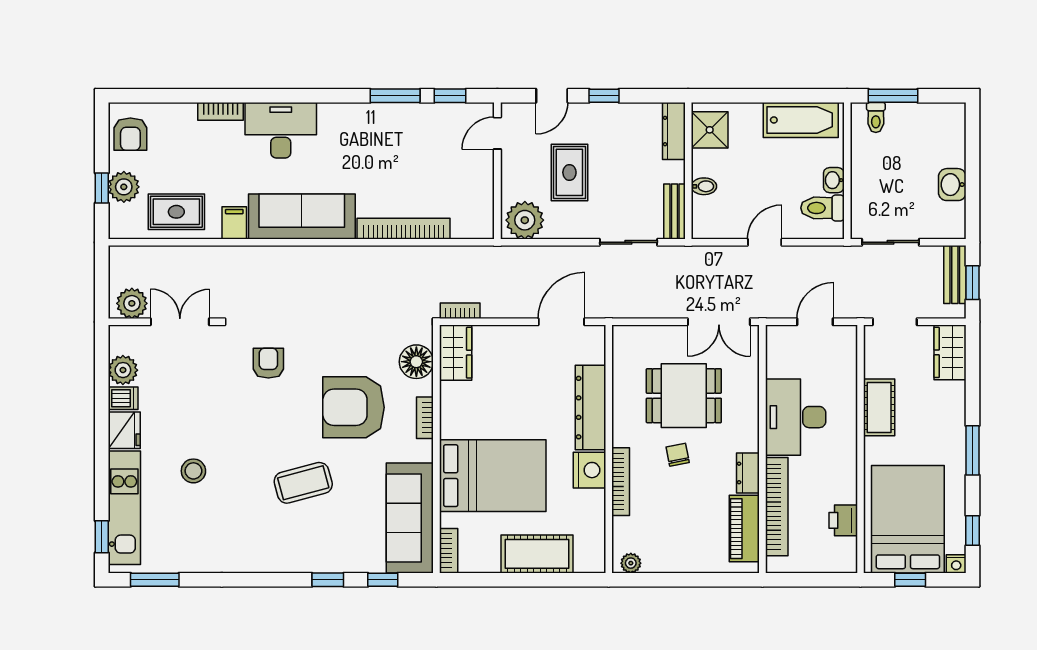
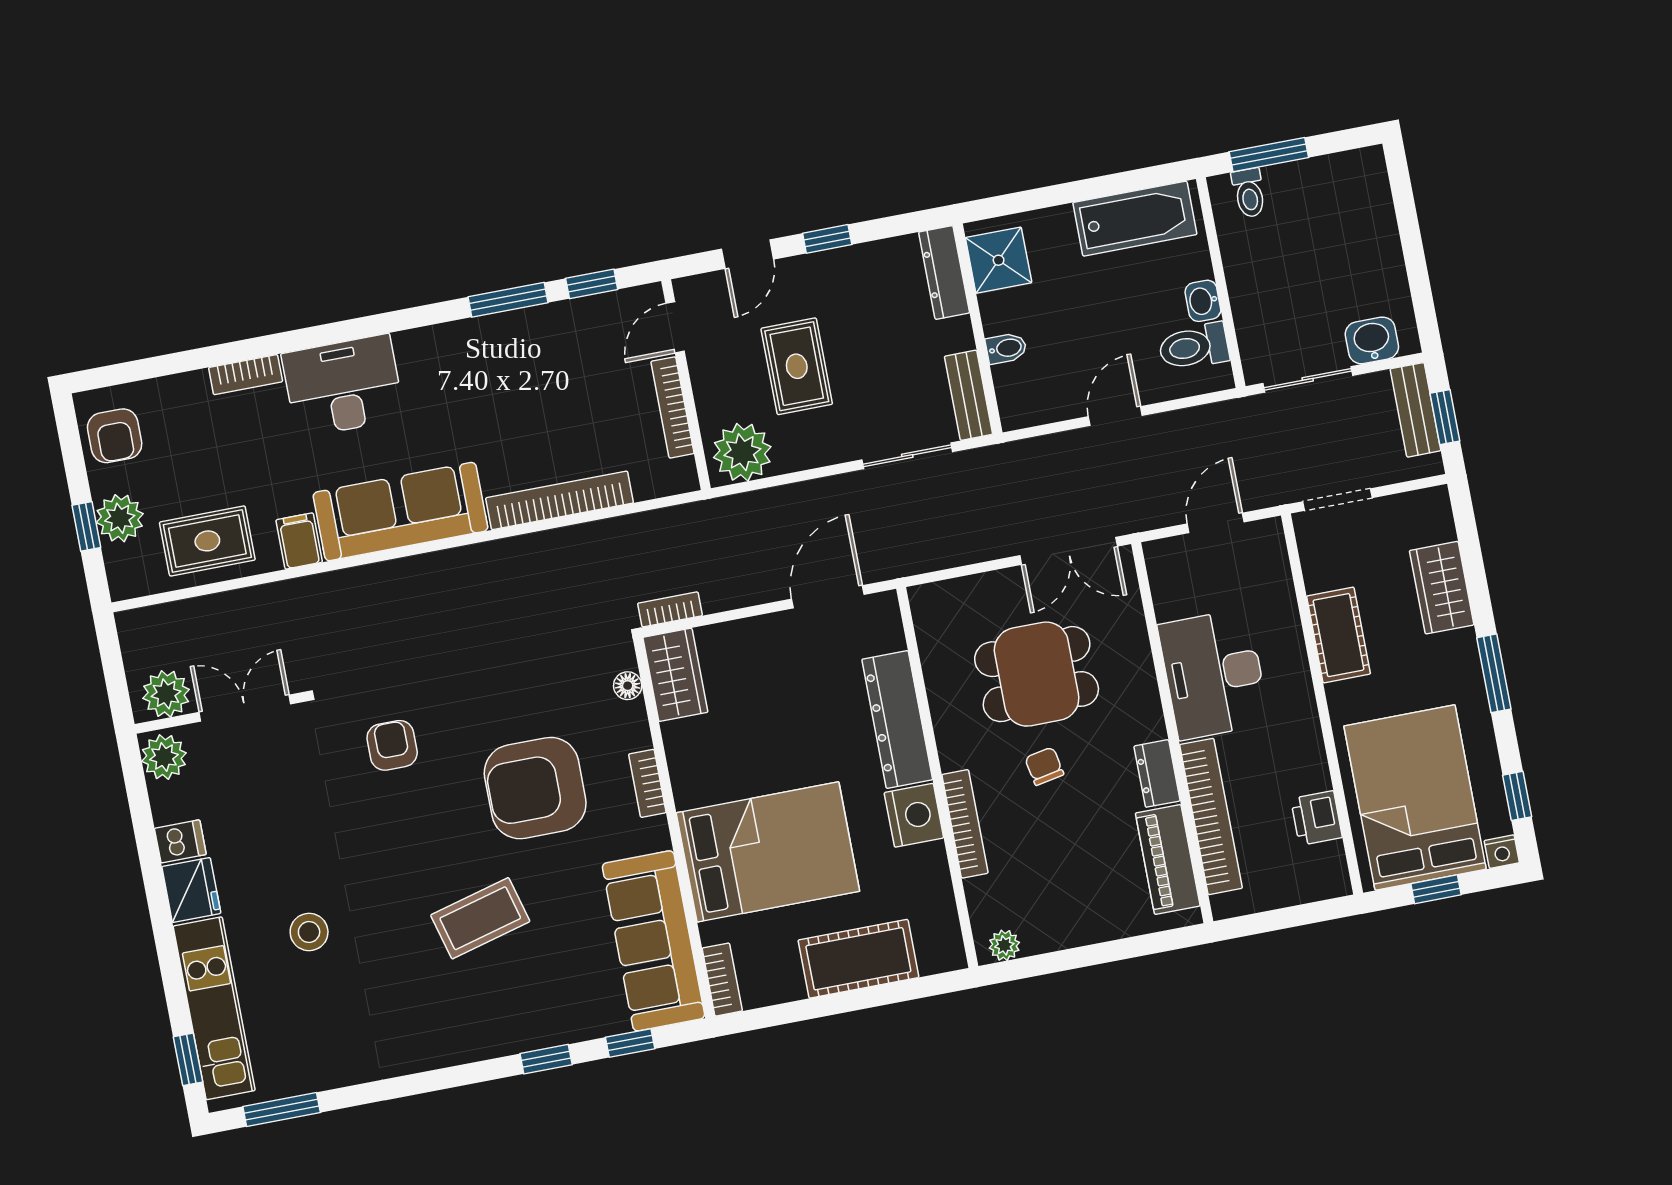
bookcase: (486, 184) -> (672, 407), added
washbasin: (952, 185) -> (1372, 340), moved, turned 90
wardrobe: (950, 352) -> (1442, 588), moved
floor lamp: (416, 362) -> (628, 686), width x0.53, depth x0.53
plant: (123, 370) -> (164, 757), moved

